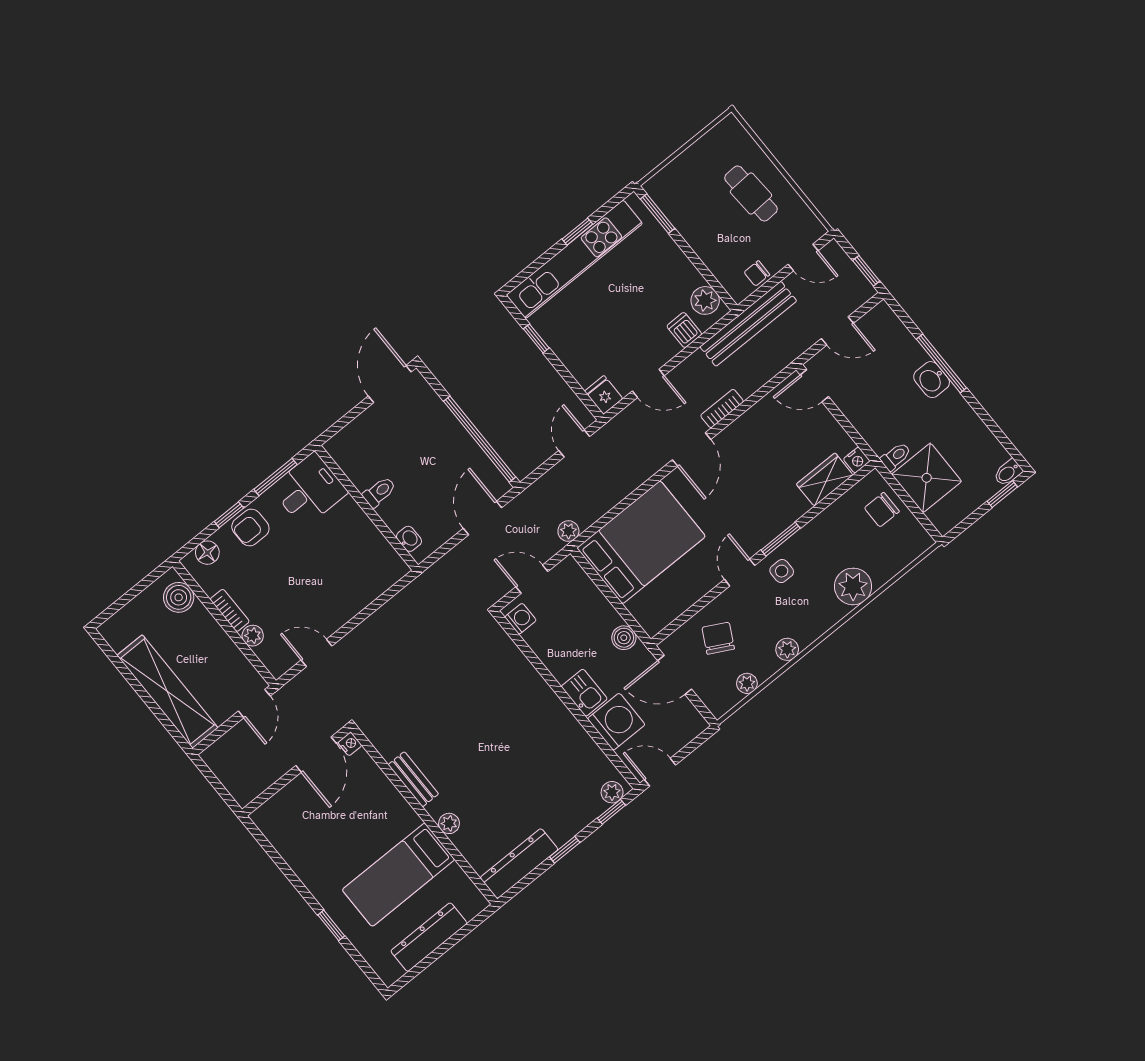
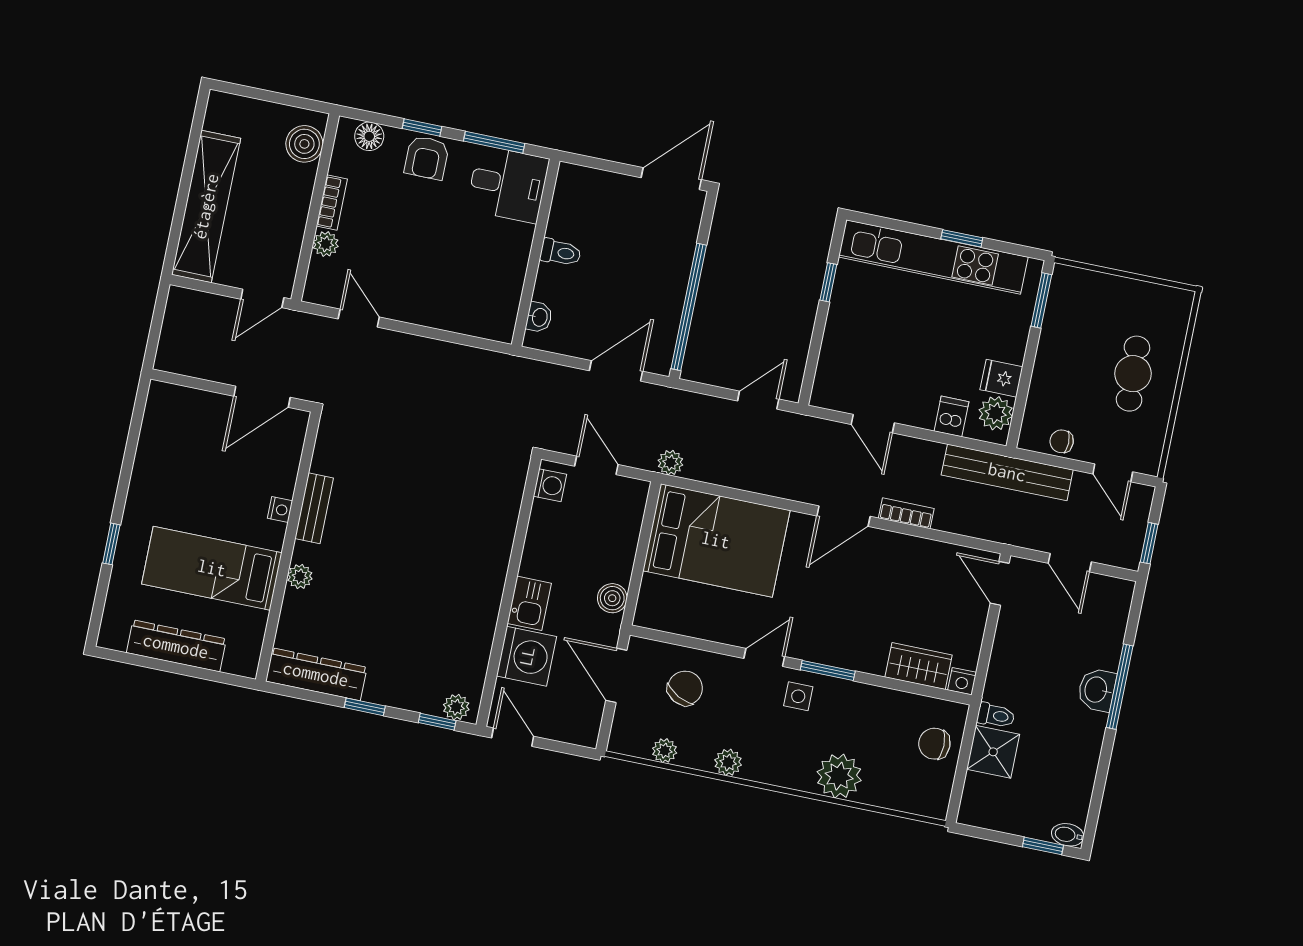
fridge: (604, 395) -> (1001, 378), moved, turned -90
shower: (927, 478) -> (993, 752), width x0.73, depth x0.73
armchair: (250, 527) -> (427, 158), turned -90
nightstand: (350, 744) -> (280, 510), moved

